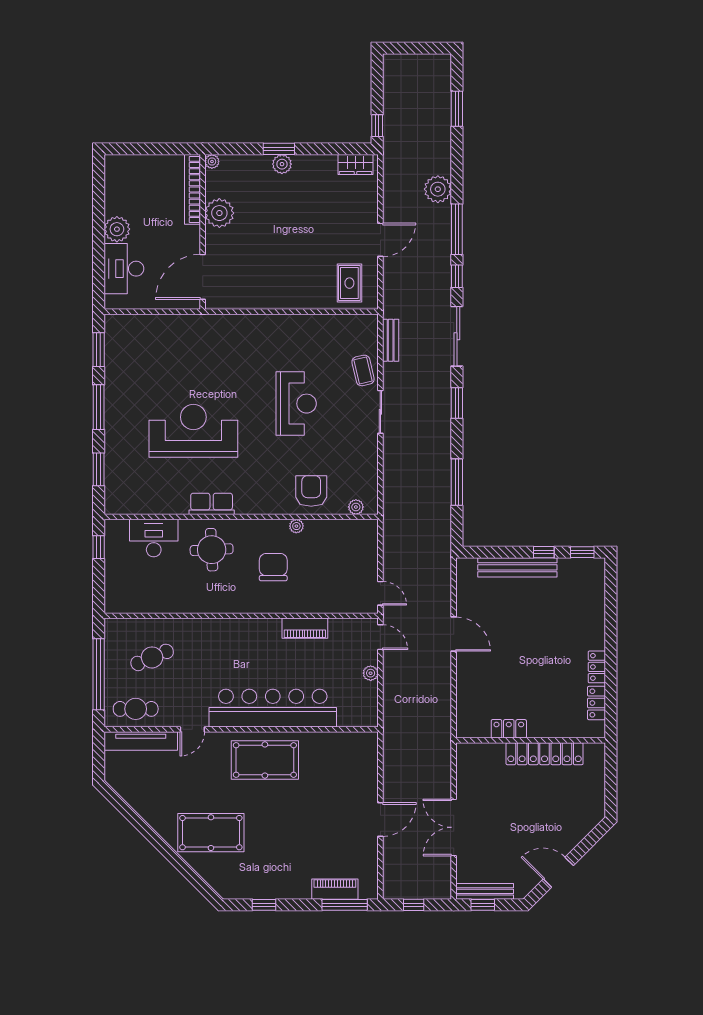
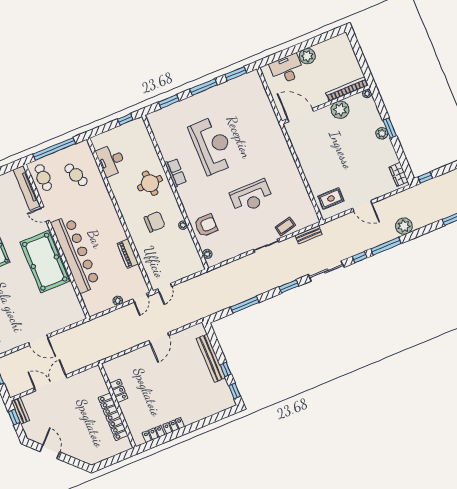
desk: (154, 538) -> (111, 160), moved, turned 180
pool table: (265, 760) -> (45, 262), width x1.36, depth x1.32
bench: (485, 891) -> (20, 411), width x0.73

